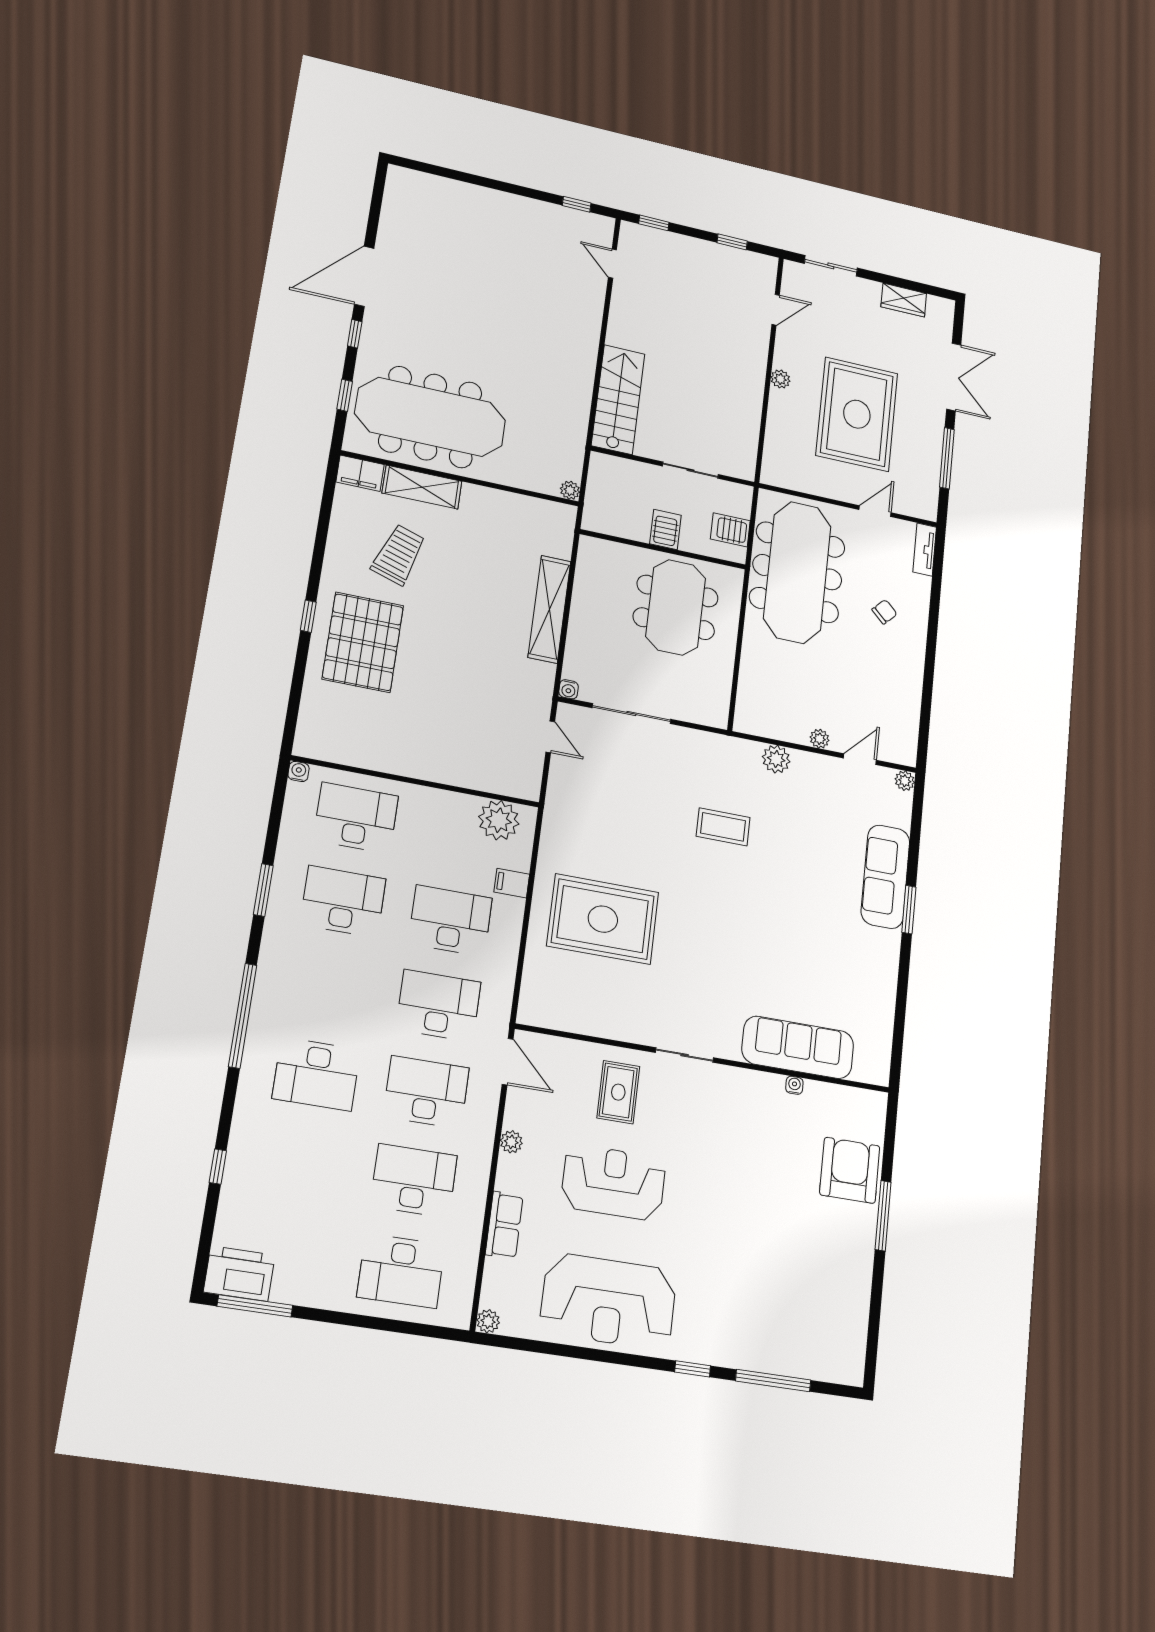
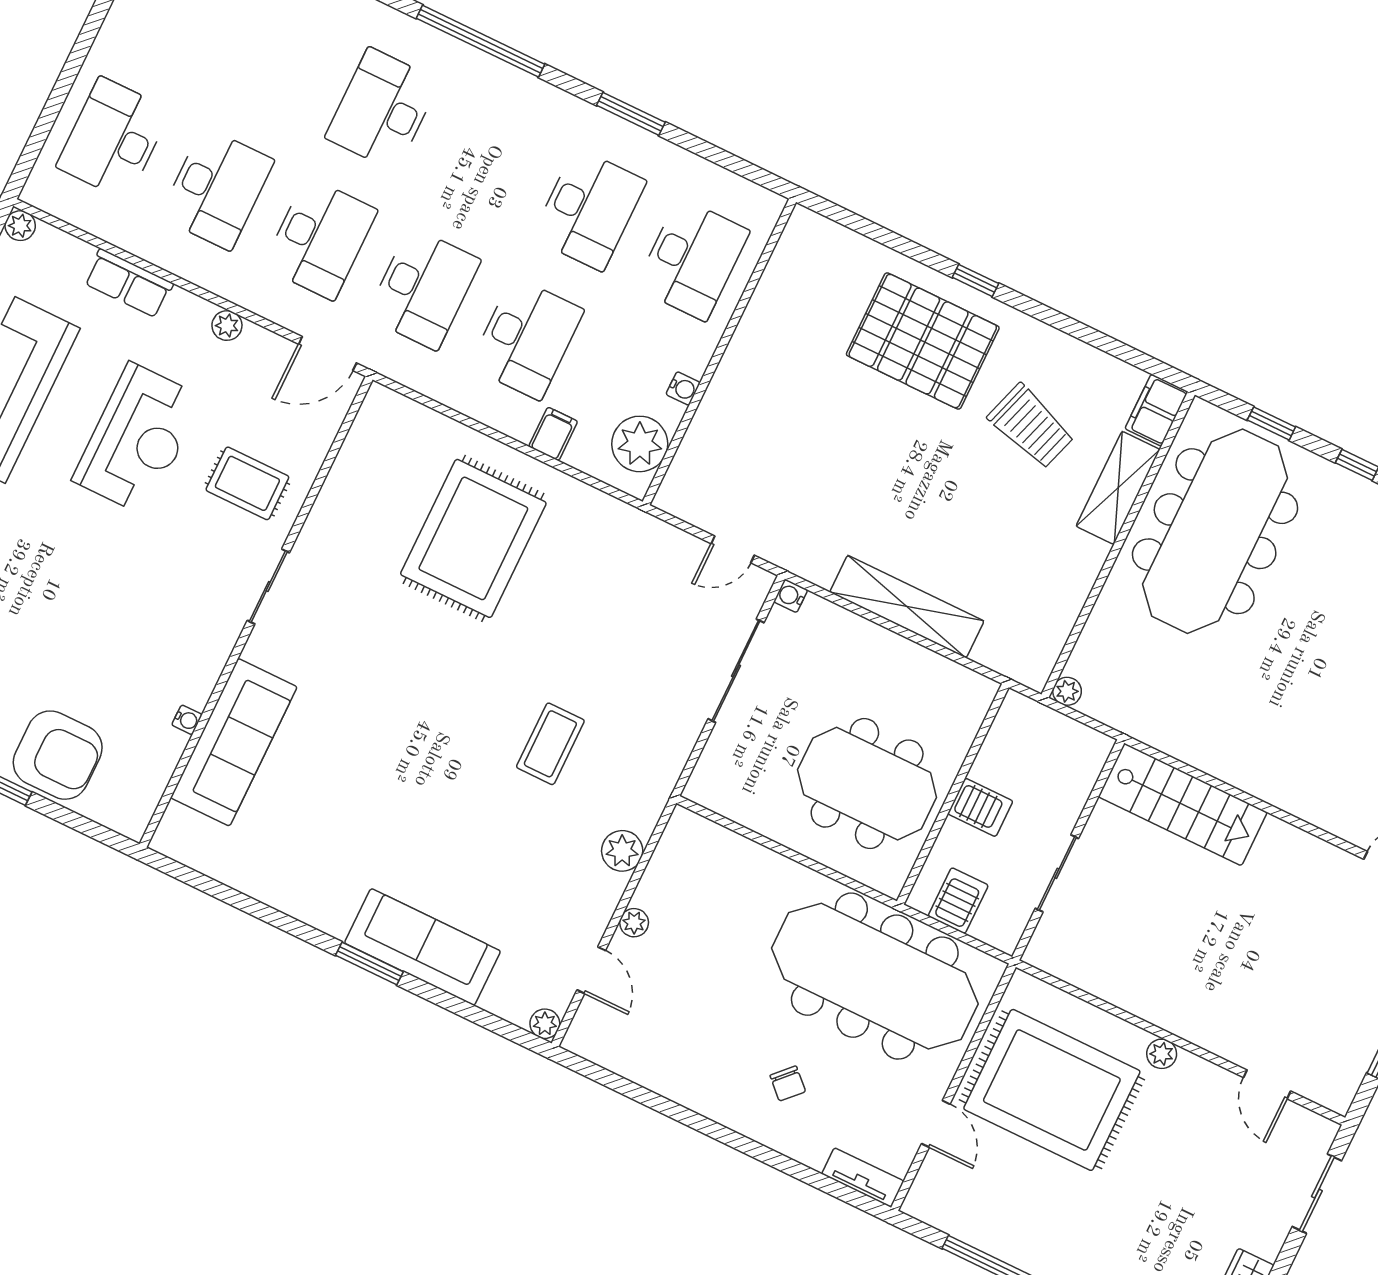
rug: (857, 414) -> (1052, 1090), moved
water cooler: (299, 771) -> (683, 388), moved

